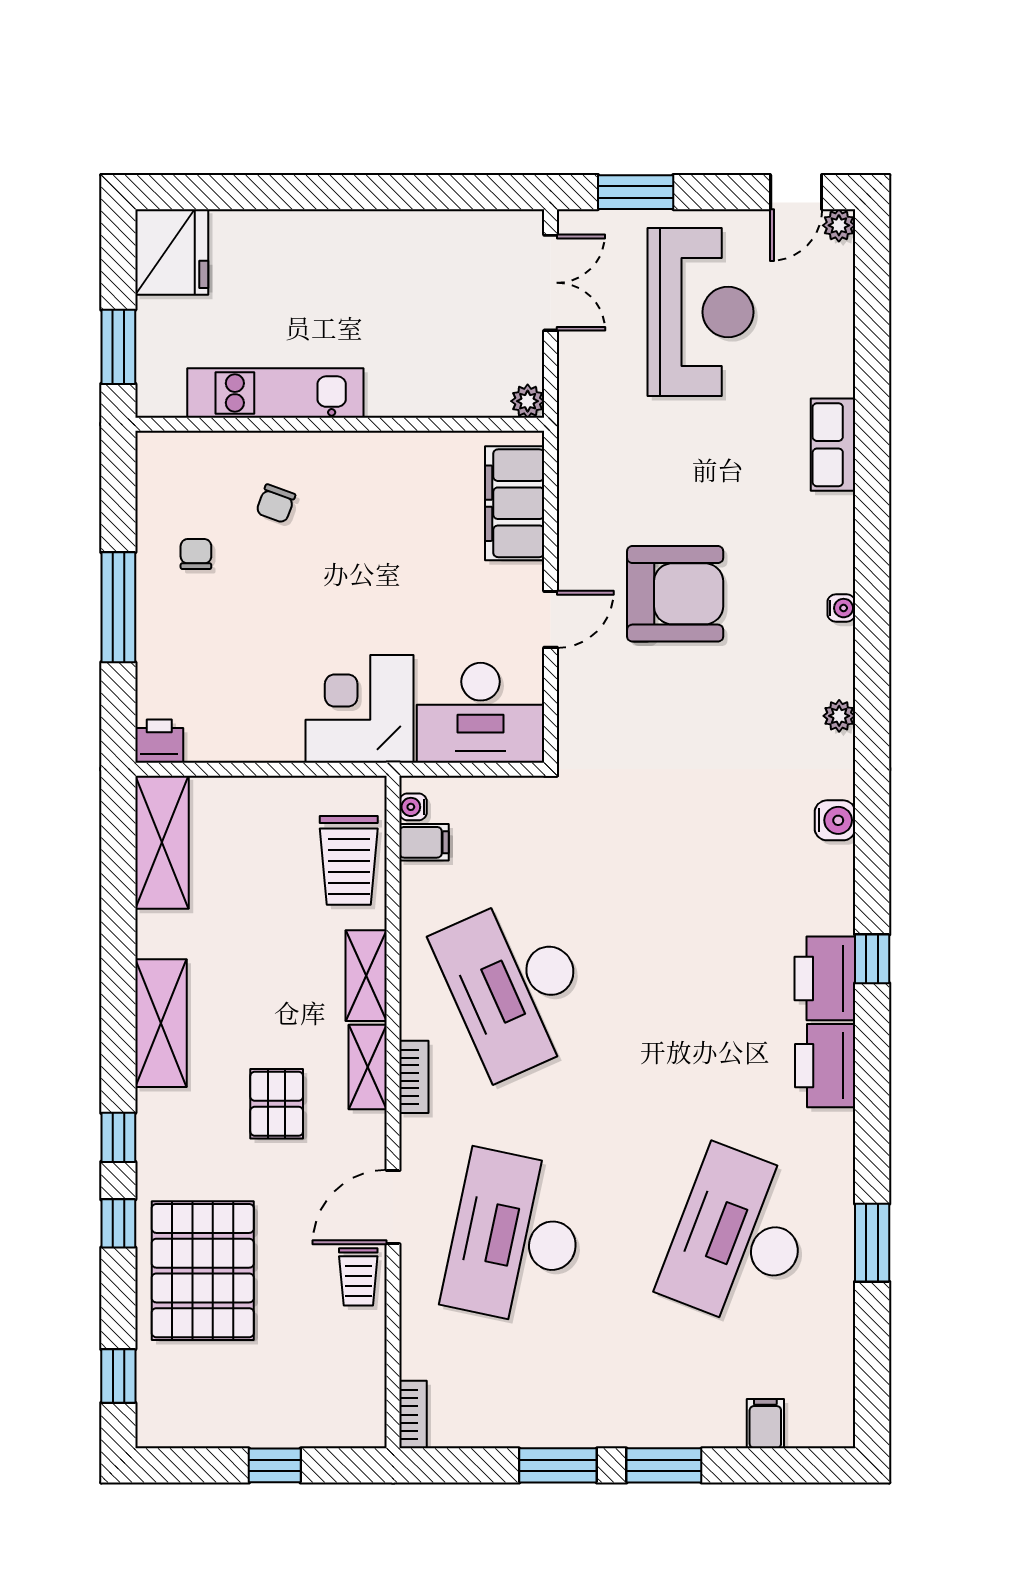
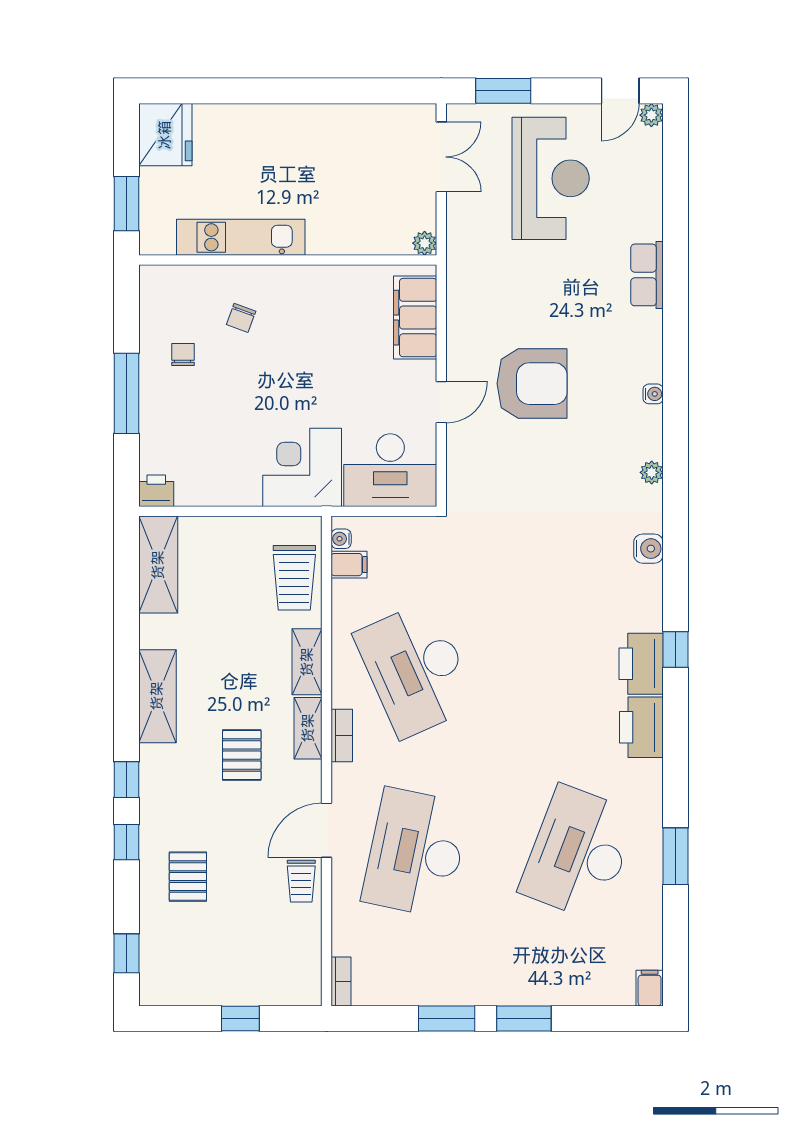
pallet: (203, 1271) -> (188, 877), width x0.49, depth x0.50
filing cabinet: (765, 1424) -> (650, 988), moved

